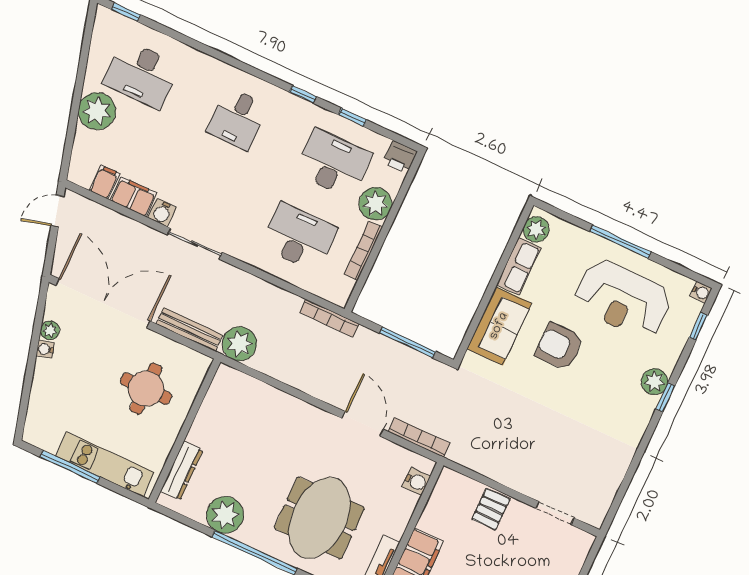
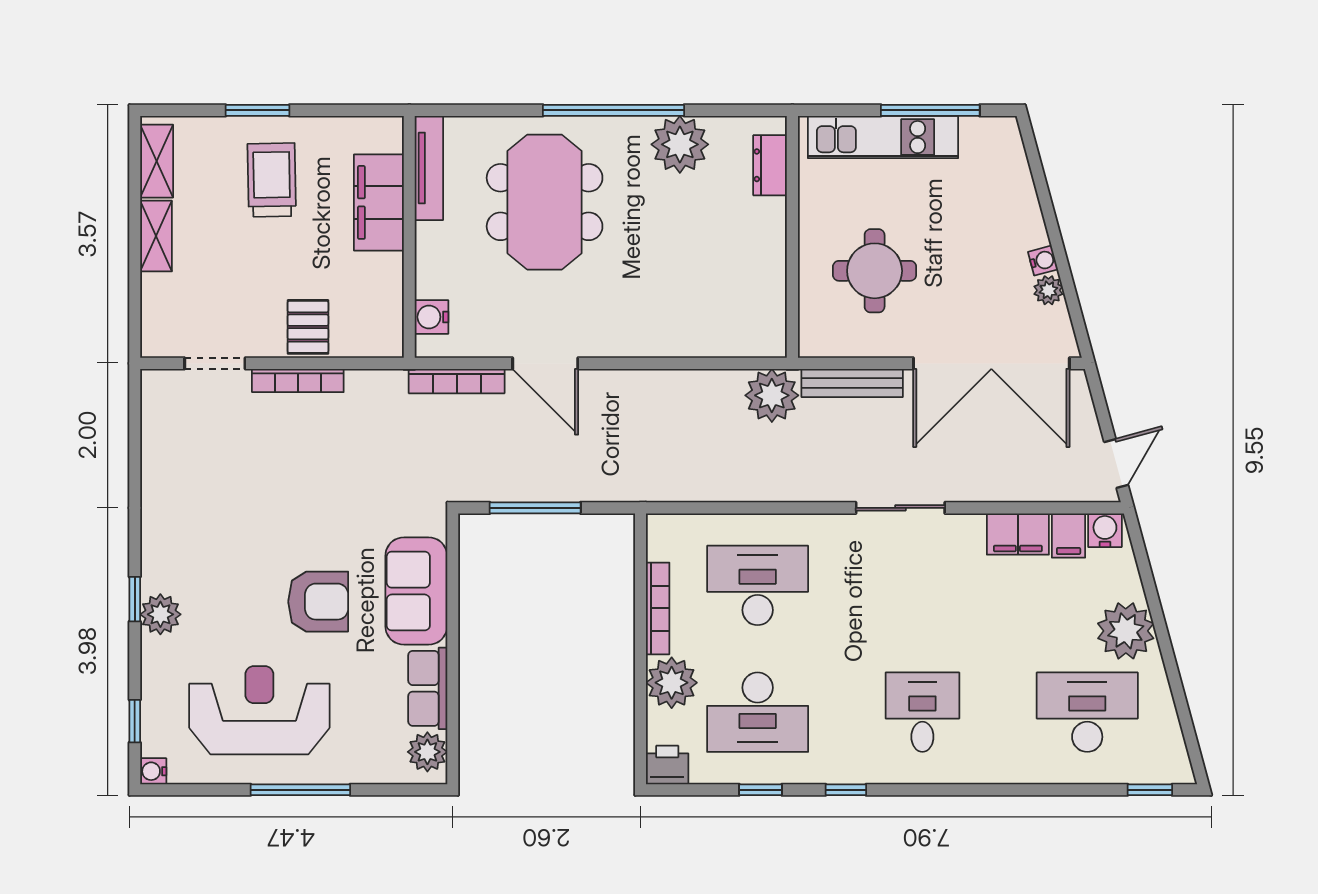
water cooler: (162, 213) -> (1105, 530), moved
desk: (299, 237) -> (758, 585), turned 180
bookcase: (329, 318) -> (298, 380), moved, turned 180
dresser: (182, 471) -> (770, 165), width x0.70

